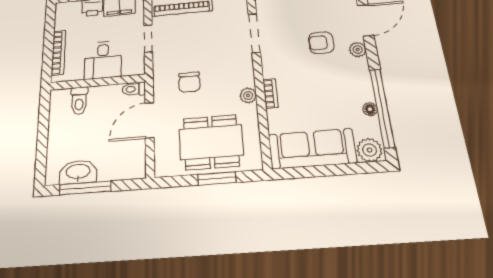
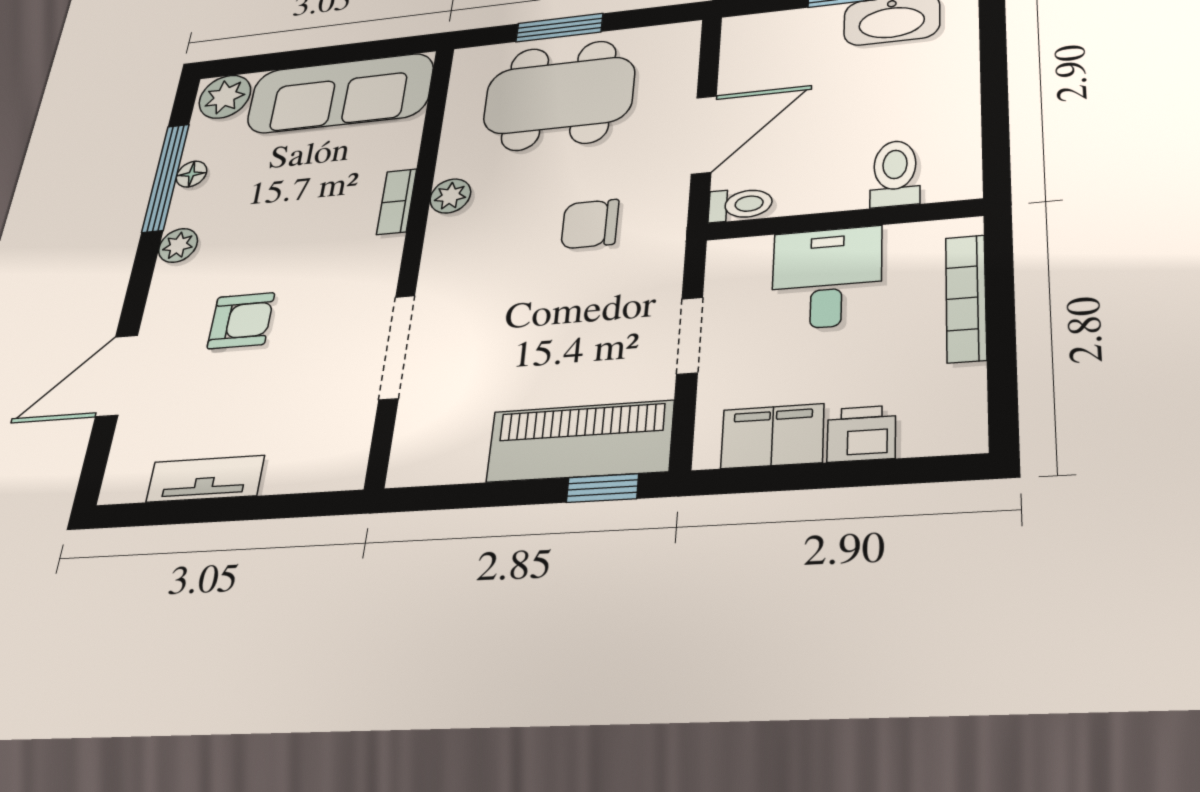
plant: (358, 50) -> (178, 245), moved
chair: (189, 82) -> (590, 224), turned -90
window: (382, 108) -> (166, 178), width x0.68

